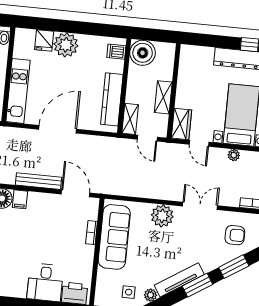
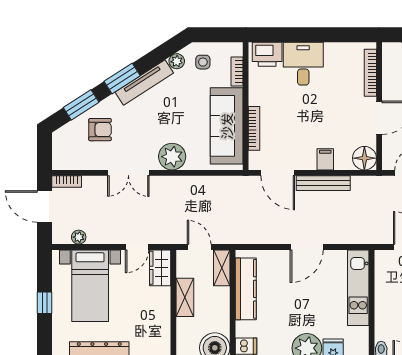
door: (58, 129) -> (307, 247), width x0.73
door: (199, 143) -> (137, 247), swing flipped
plant: (234, 155) -> (79, 237), moved
filing cabinet: (20, 199) -> (325, 159), moved
bookcase: (92, 233) -> (254, 128), width x1.56
armchair: (235, 235) -> (100, 130), moved, turned 180
bookcase: (101, 281) -> (237, 72), added

